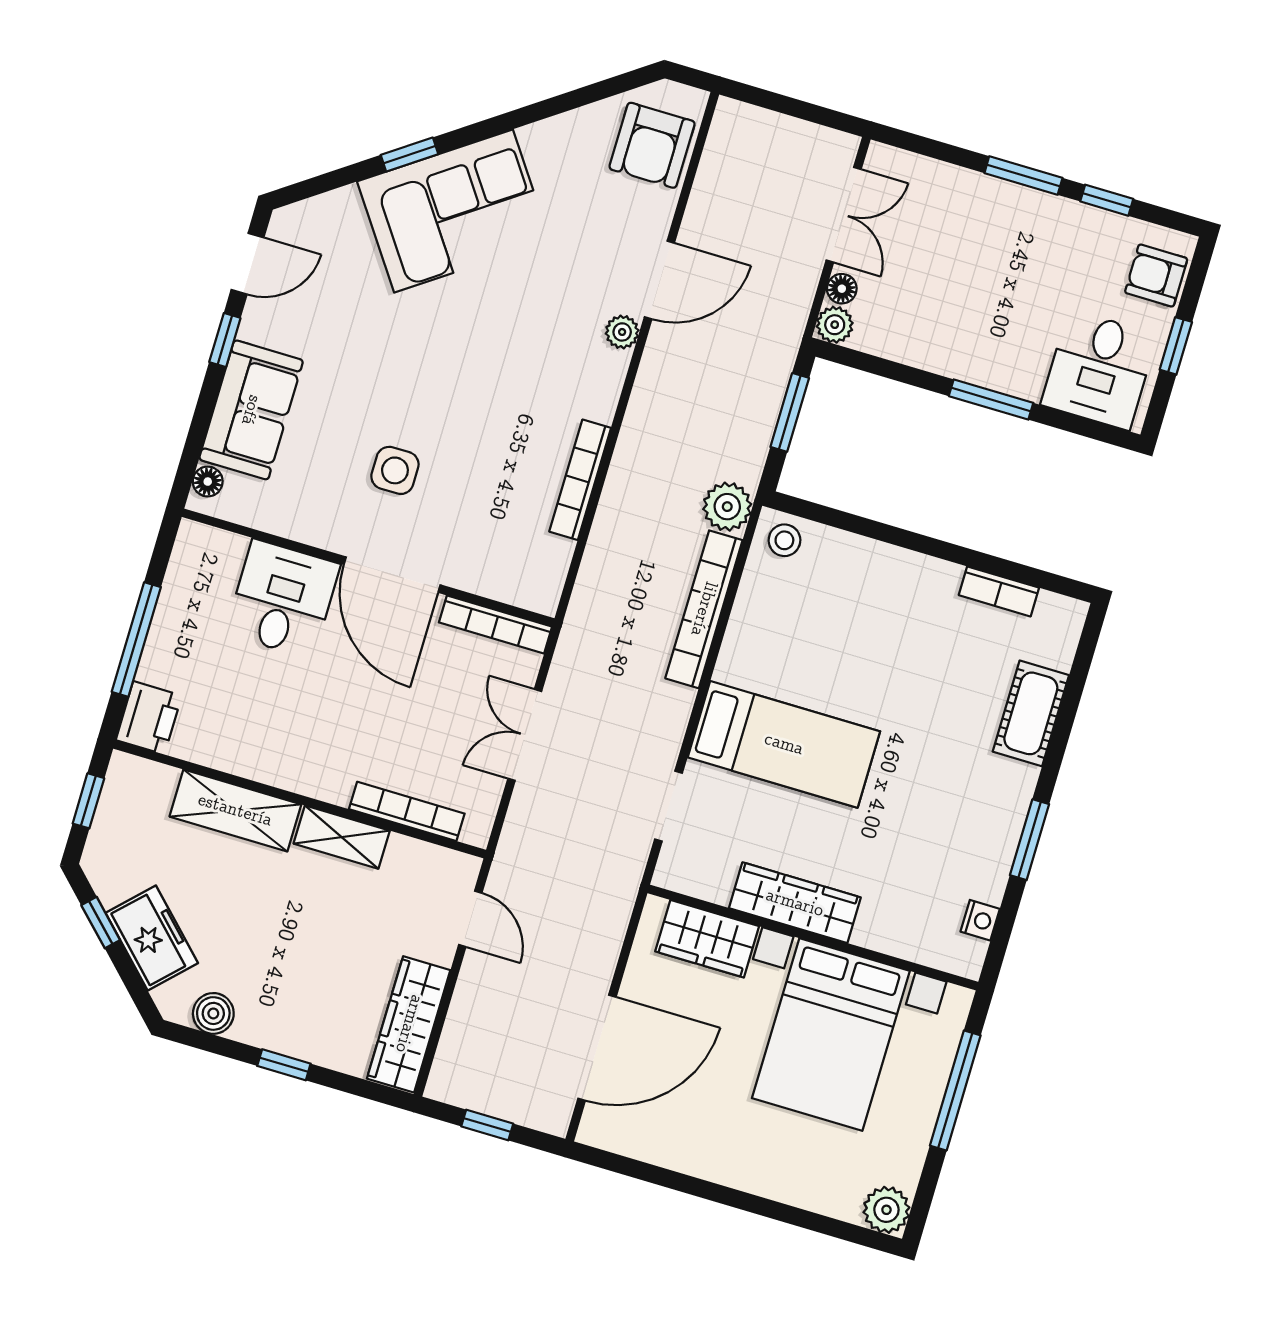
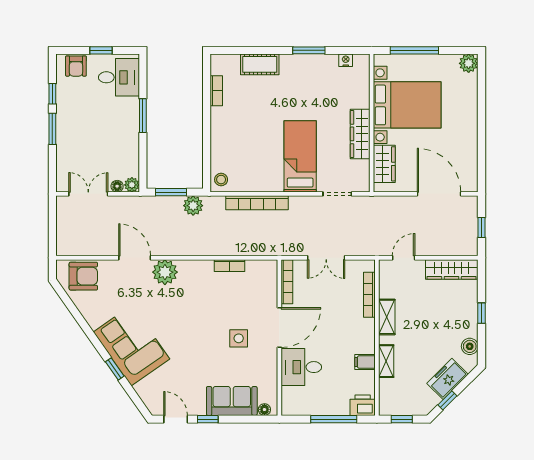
plant: (622, 332) -> (165, 272), width x1.88, depth x1.88
bookcase: (580, 480) -> (230, 266), width x0.64
plant: (727, 507) -> (193, 206), moved
filing cabinet: (250, 754) -> (365, 362), added
shelving: (235, 810) -> (386, 361), width x0.67, depth x0.75

